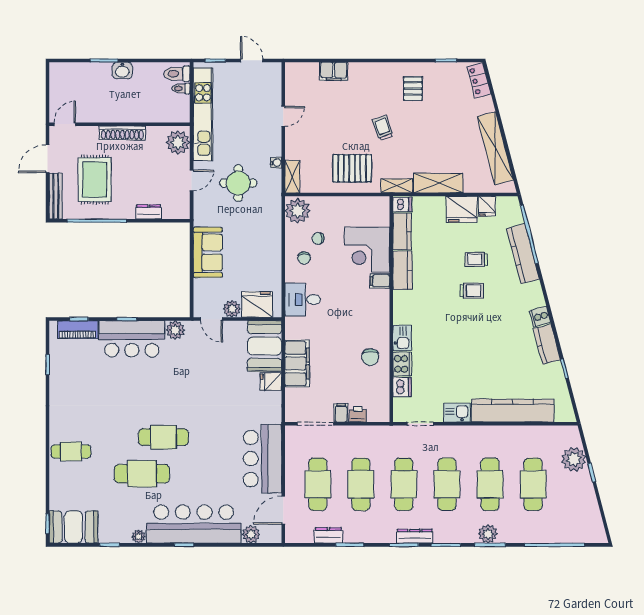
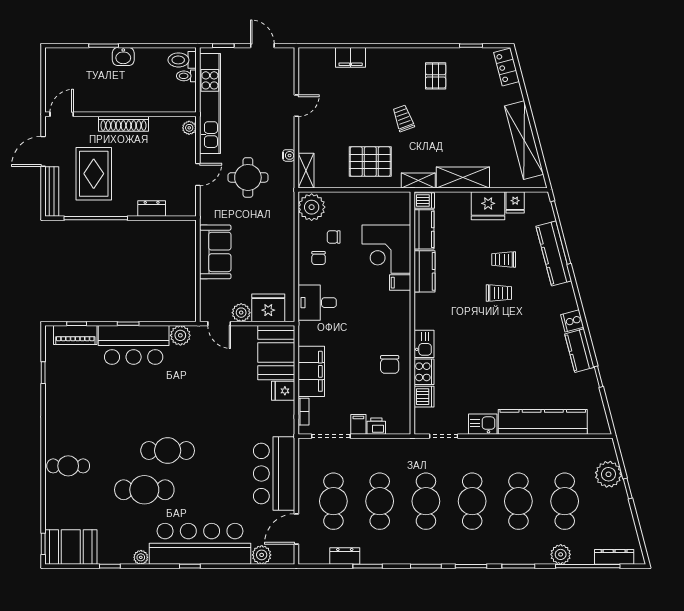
plant: (178, 142) -> (189, 128), width x0.53, depth x0.53
bookcase: (290, 401) -> (303, 412), added
plant: (488, 534) -> (561, 554), moved
dresser: (415, 536) -> (614, 557), moved

